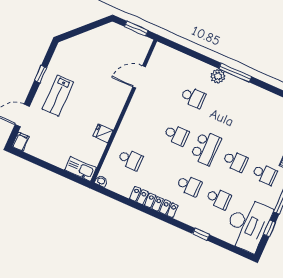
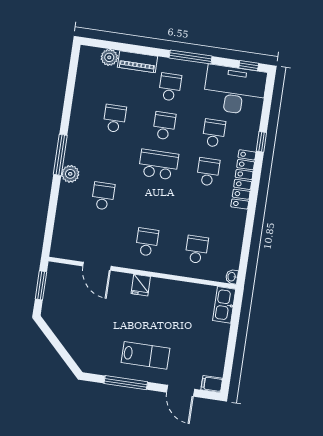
window: (41, 74) -> (126, 383), width x2.17
school desk: (252, 123) -> (115, 118), added
fridge: (103, 133) -> (141, 285), moved
school desk: (176, 135) -> (147, 242), moved
locker: (154, 202) -> (243, 179), moved
window: (270, 228) -> (249, 66), moved

